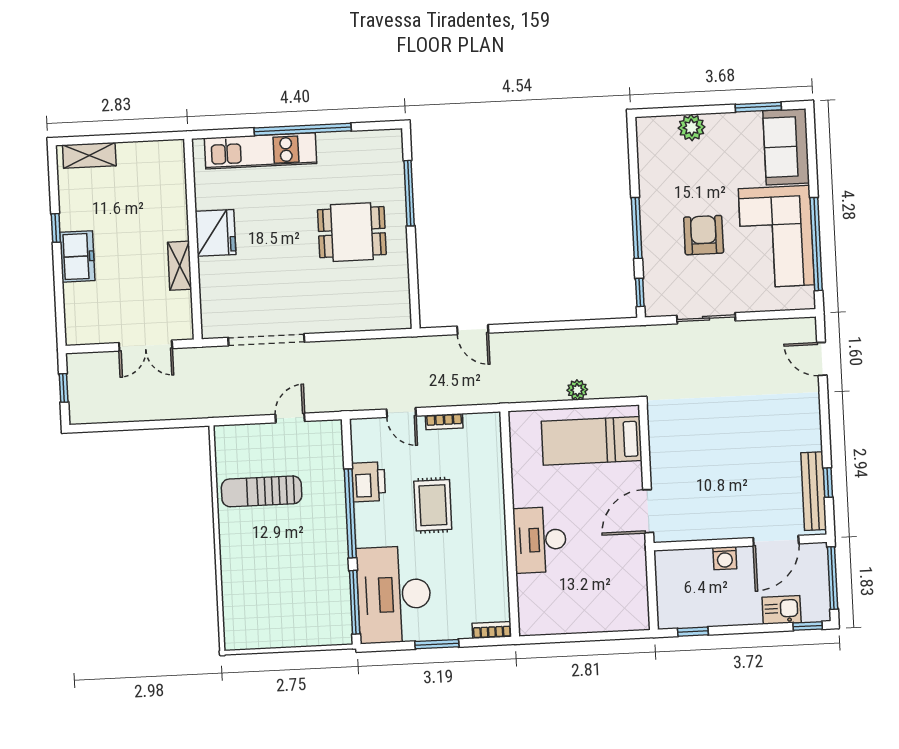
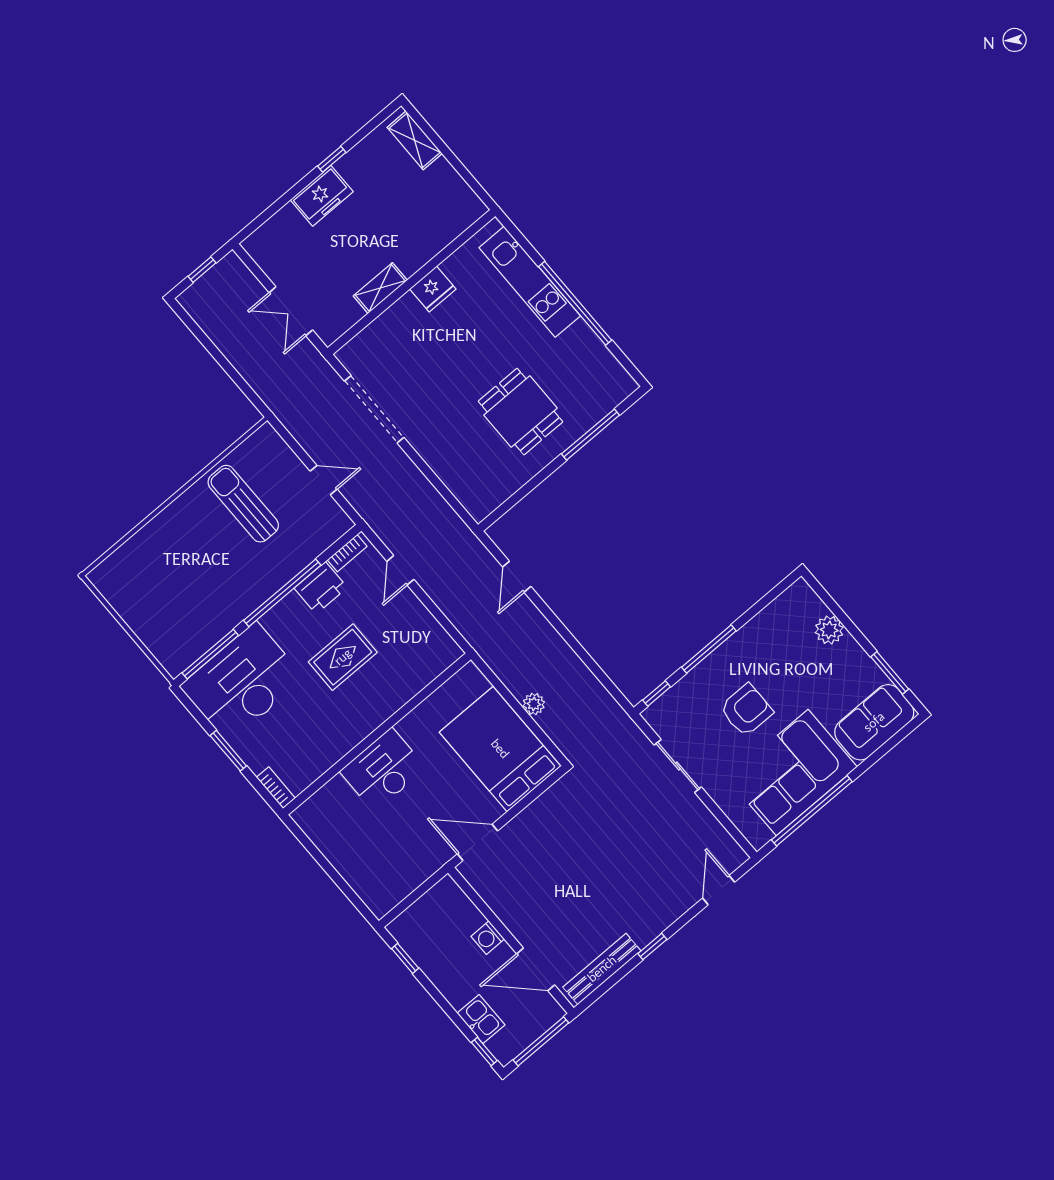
fridge: (216, 233) -> (433, 289), width x0.73, depth x0.75
bookcase: (444, 422) -> (347, 553), moved, turned -90
bed: (592, 441) -> (500, 749), width x1.50
window: (828, 483) -> (652, 947), moved

